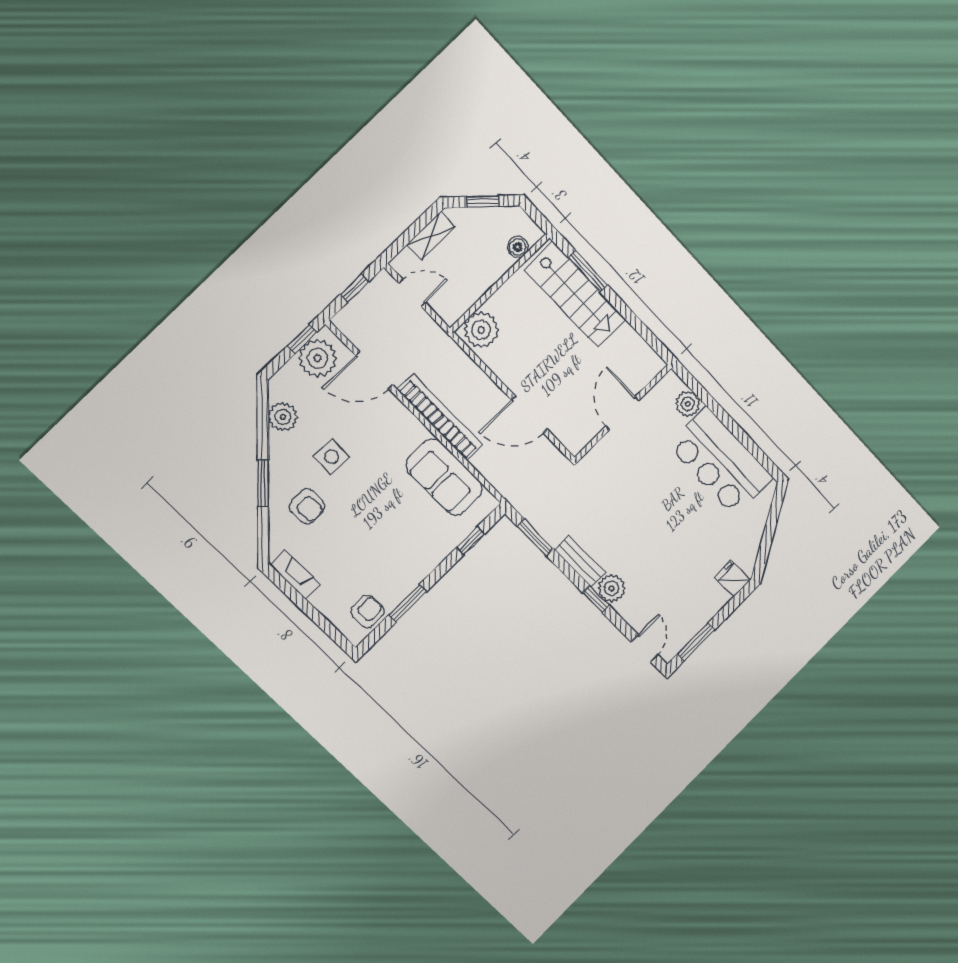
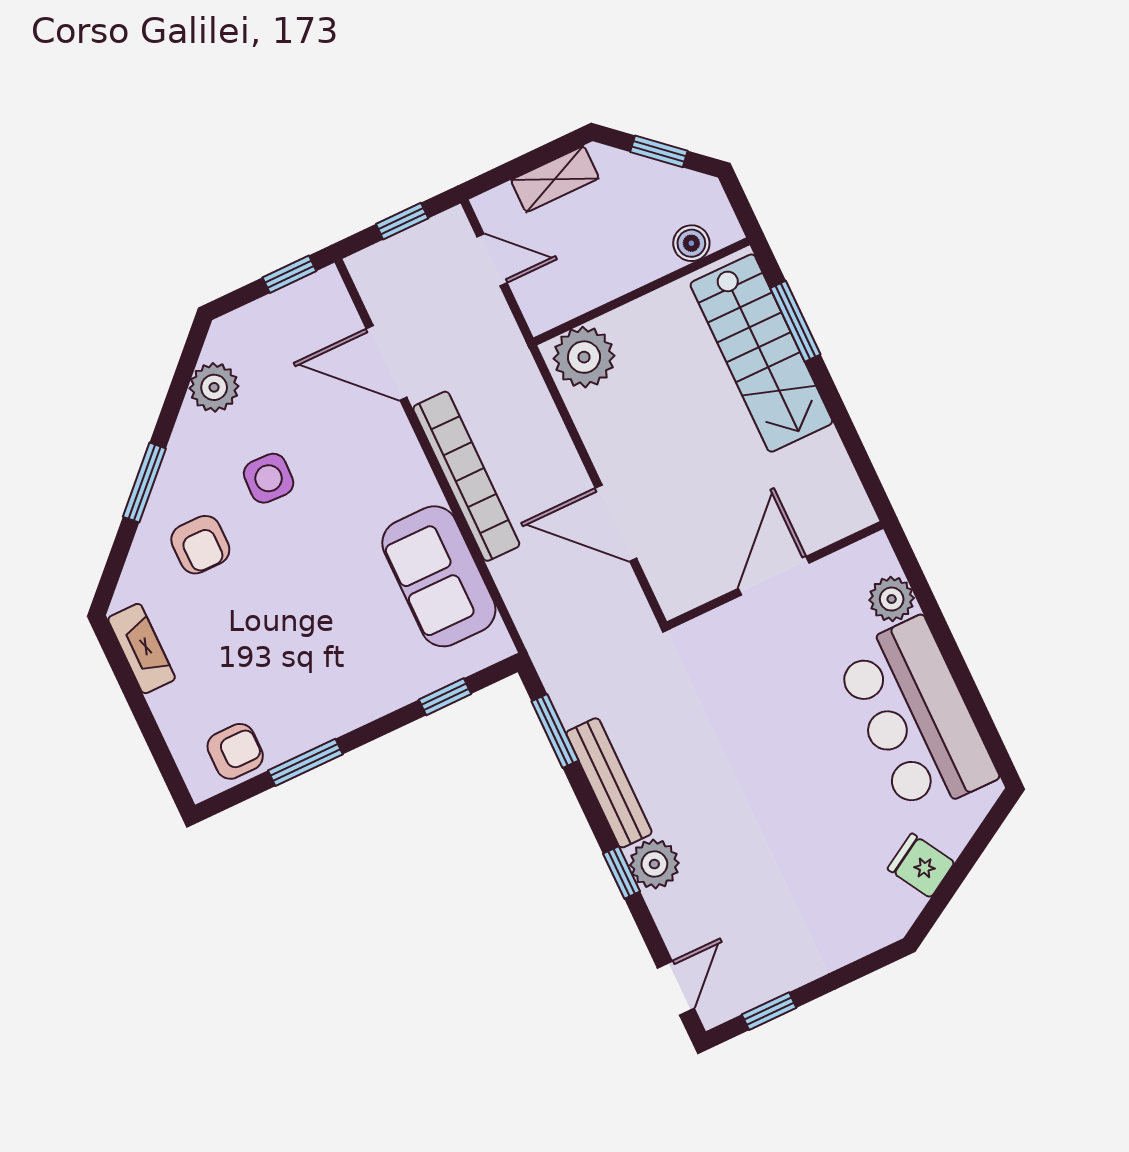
plant: (317, 358) -> (303, 313), removed
bench: (580, 561) -> (609, 783), width x1.36
fridge: (732, 579) -> (921, 866), moved, turned -31
window: (696, 642) -> (769, 1011), width x0.67

